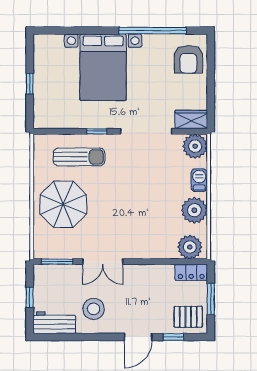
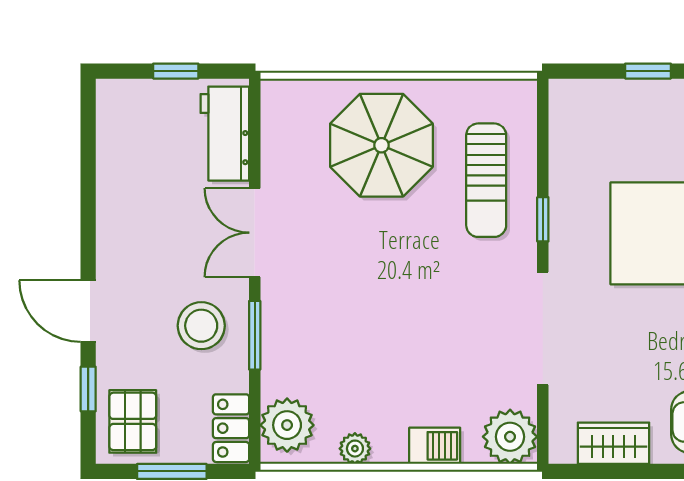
wardrobe: (191, 119) -> (613, 443), moved, turned -90
plant: (194, 210) -> (355, 449), width x0.53, depth x0.53
window: (57, 262) -> (255, 335), moved
stool: (94, 309) -> (201, 326), moved
workbench: (54, 323) -> (225, 134), moved, turned 180

